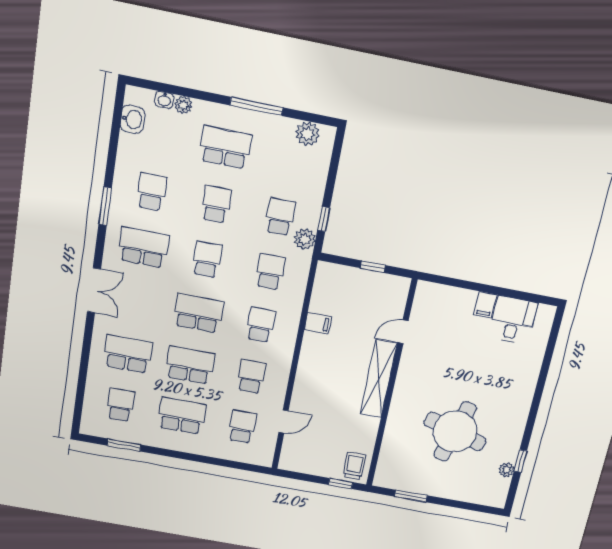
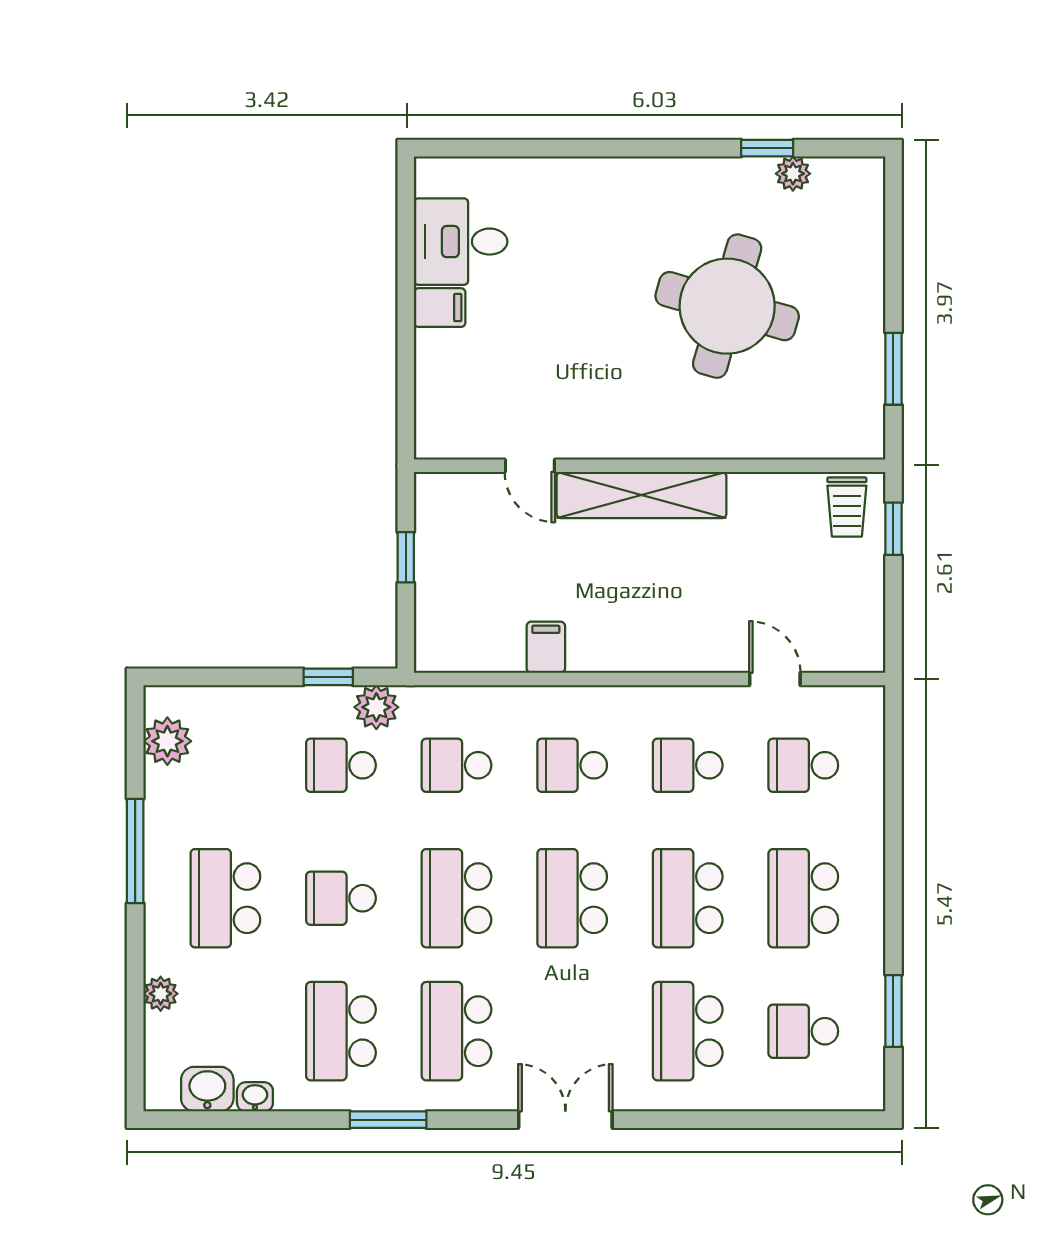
washbasin: (164, 100) -> (255, 1097), moved, turned -90
school desk: (152, 192) -> (341, 1031), width x1.85
school desk: (207, 260) -> (457, 898), width x1.85
trolley: (354, 466) -> (847, 507), turned -90

